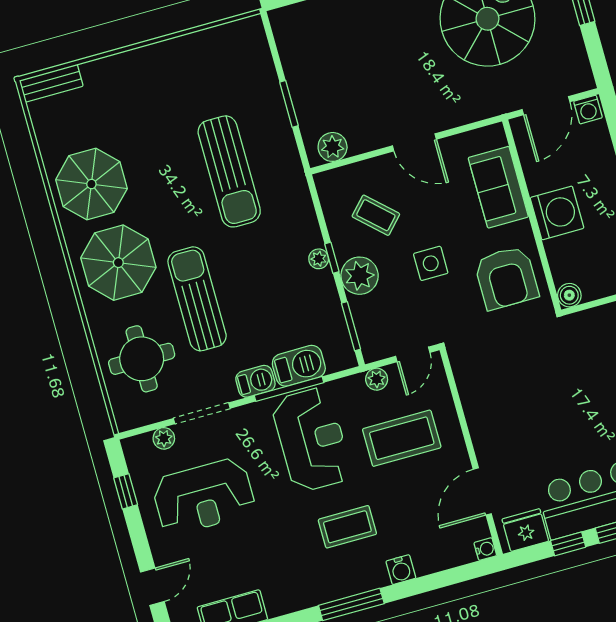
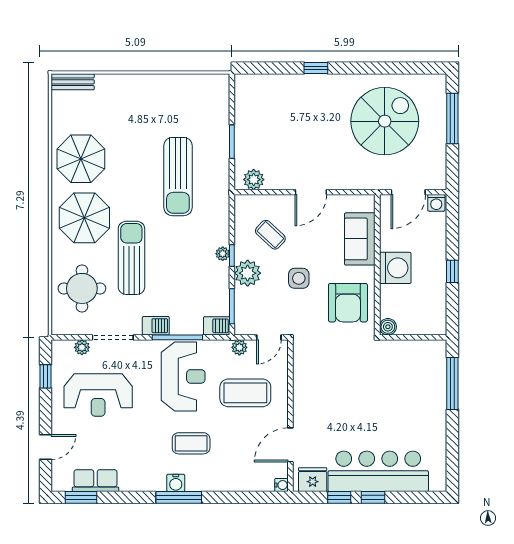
door: (414, 142) -> (311, 192), hinge flipped
barbecue: (299, 366) -> (217, 326), moved, width x0.73, depth x0.79
water cooler: (401, 570) -> (176, 483), moved

